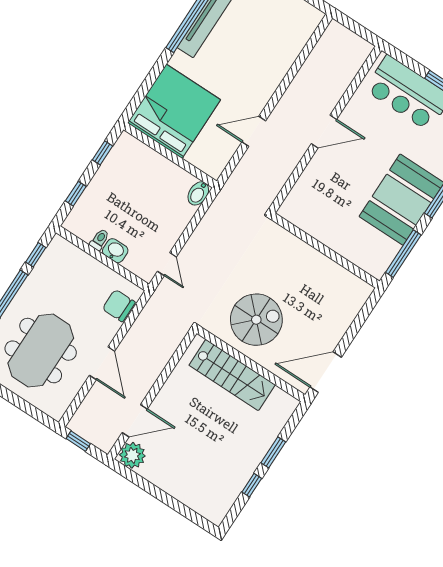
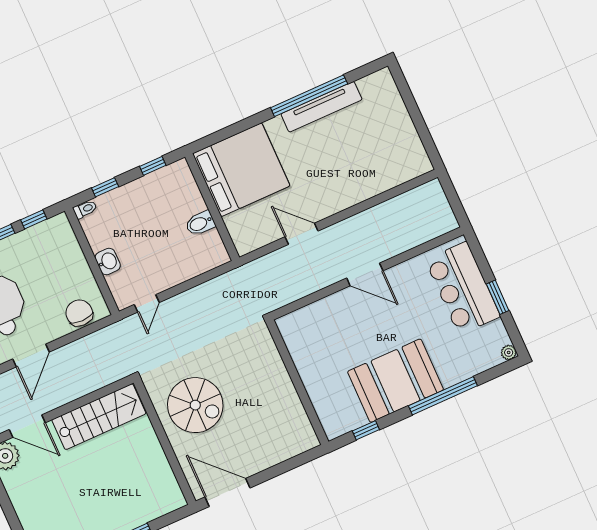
bidet: (198, 193) -> (200, 223), moved
toilet: (100, 240) -> (85, 209), moved
window: (403, 254) -> (366, 430), width x0.46
stairs: (232, 375) -> (99, 417), moved, turned -90

